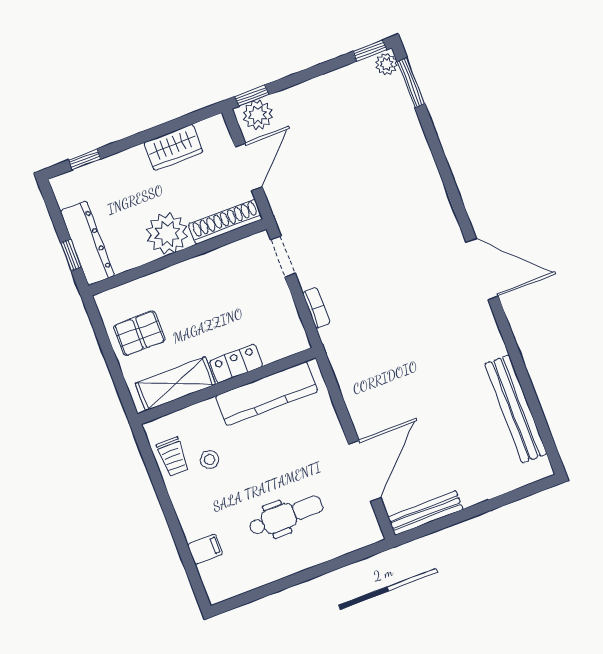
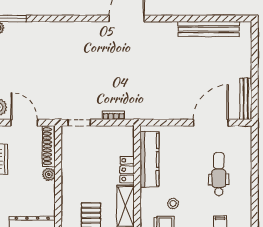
plant: (167, 233) -> (49, 174), width x0.53, depth x0.53
door: (365, 471) -> (211, 123), hinge flipped

